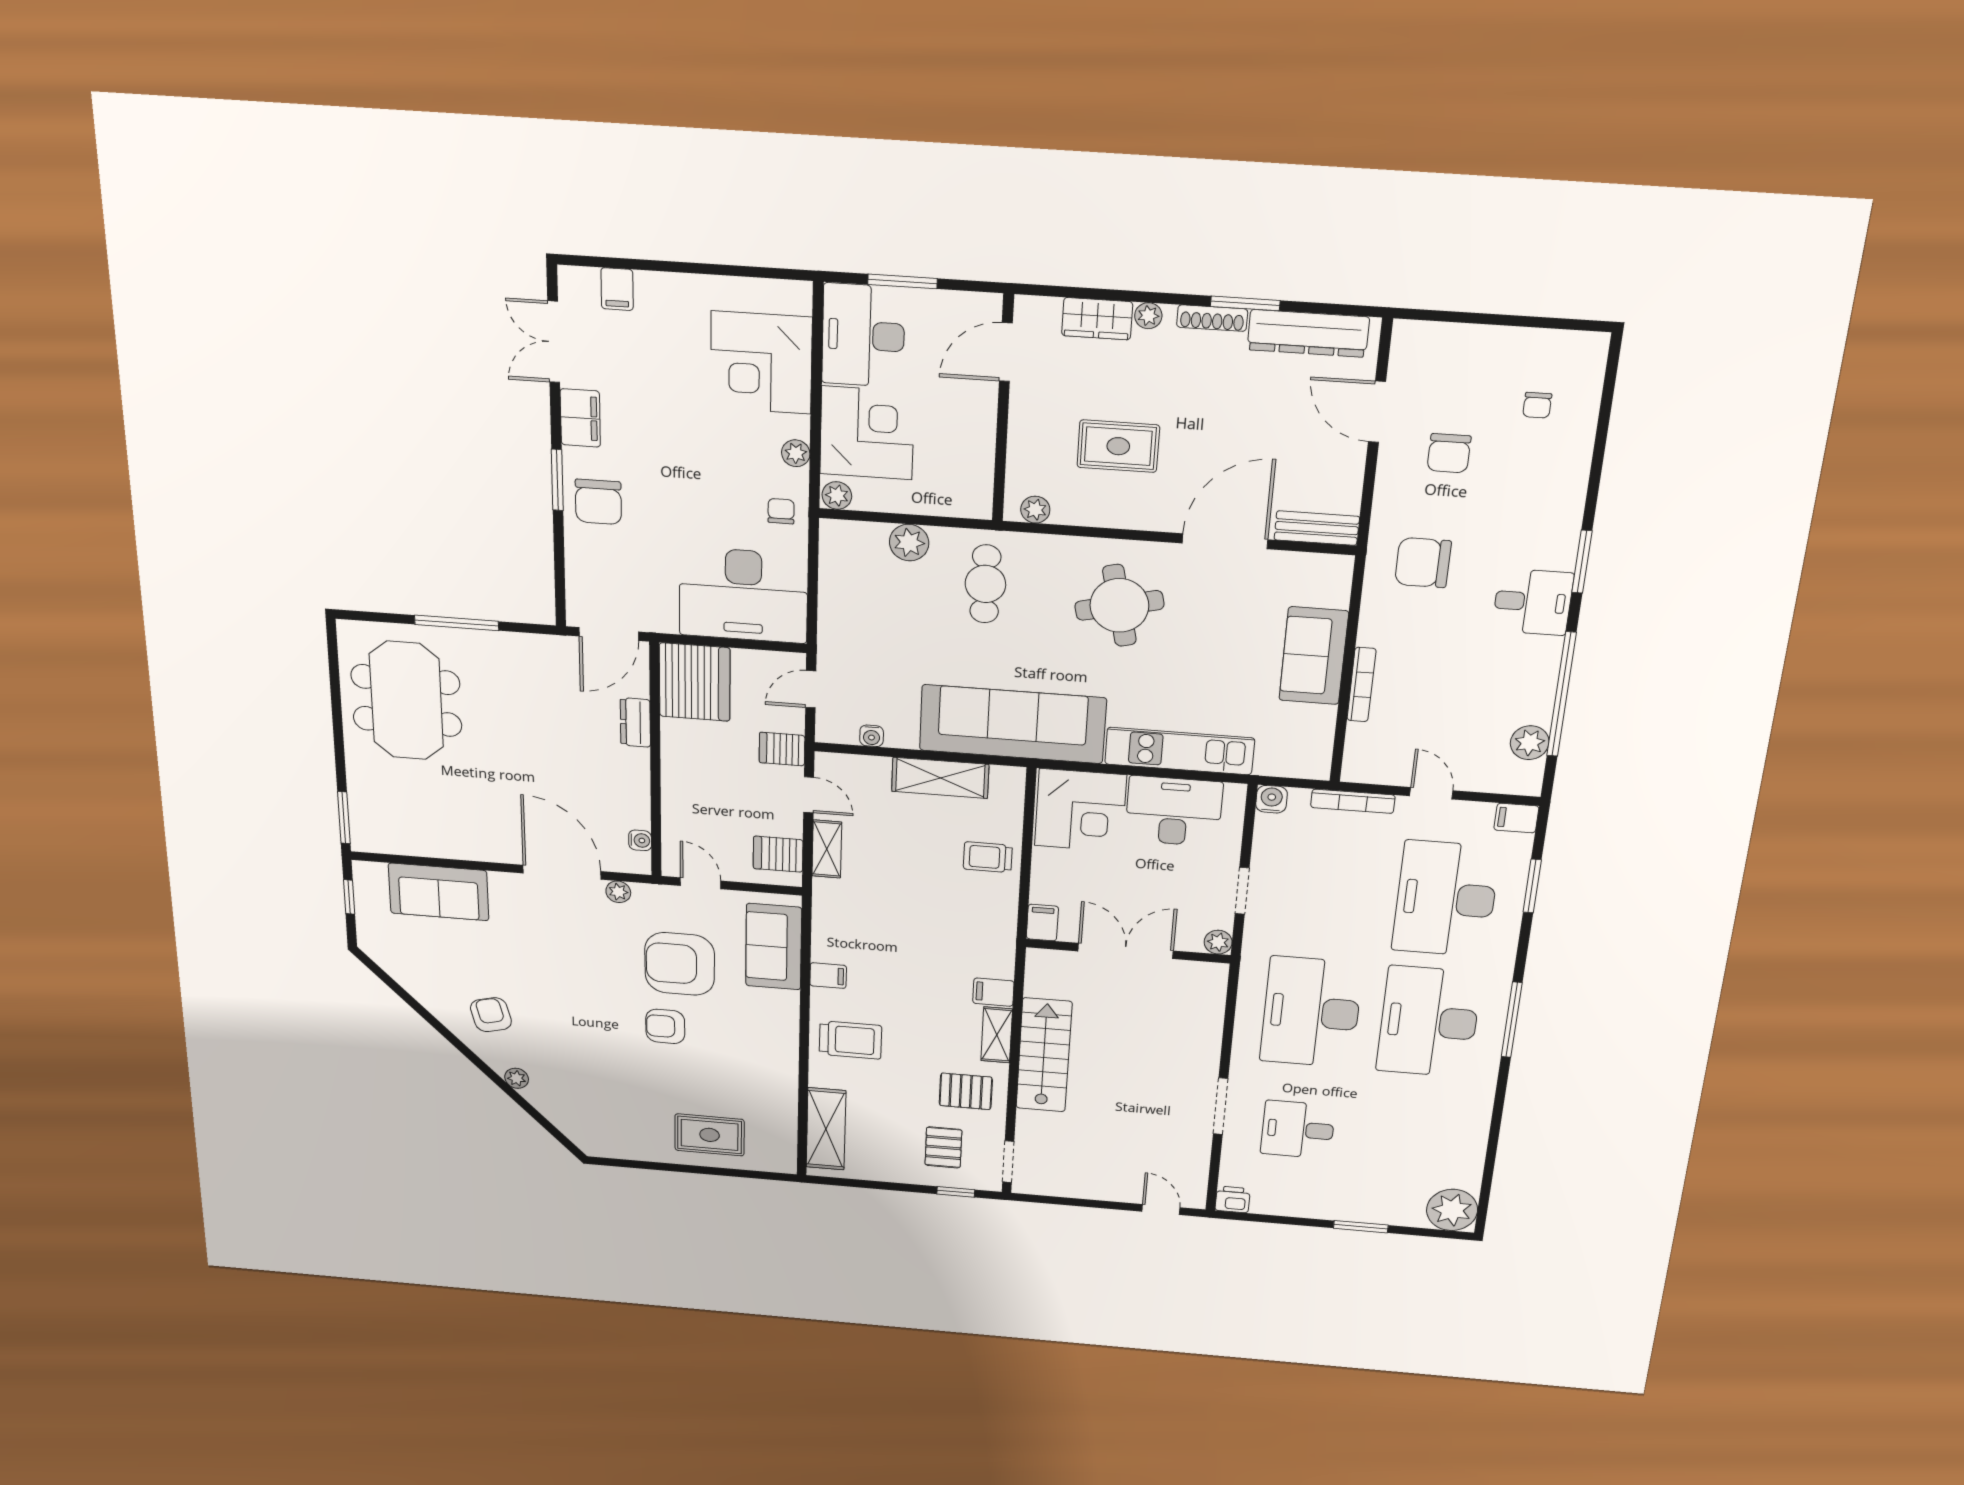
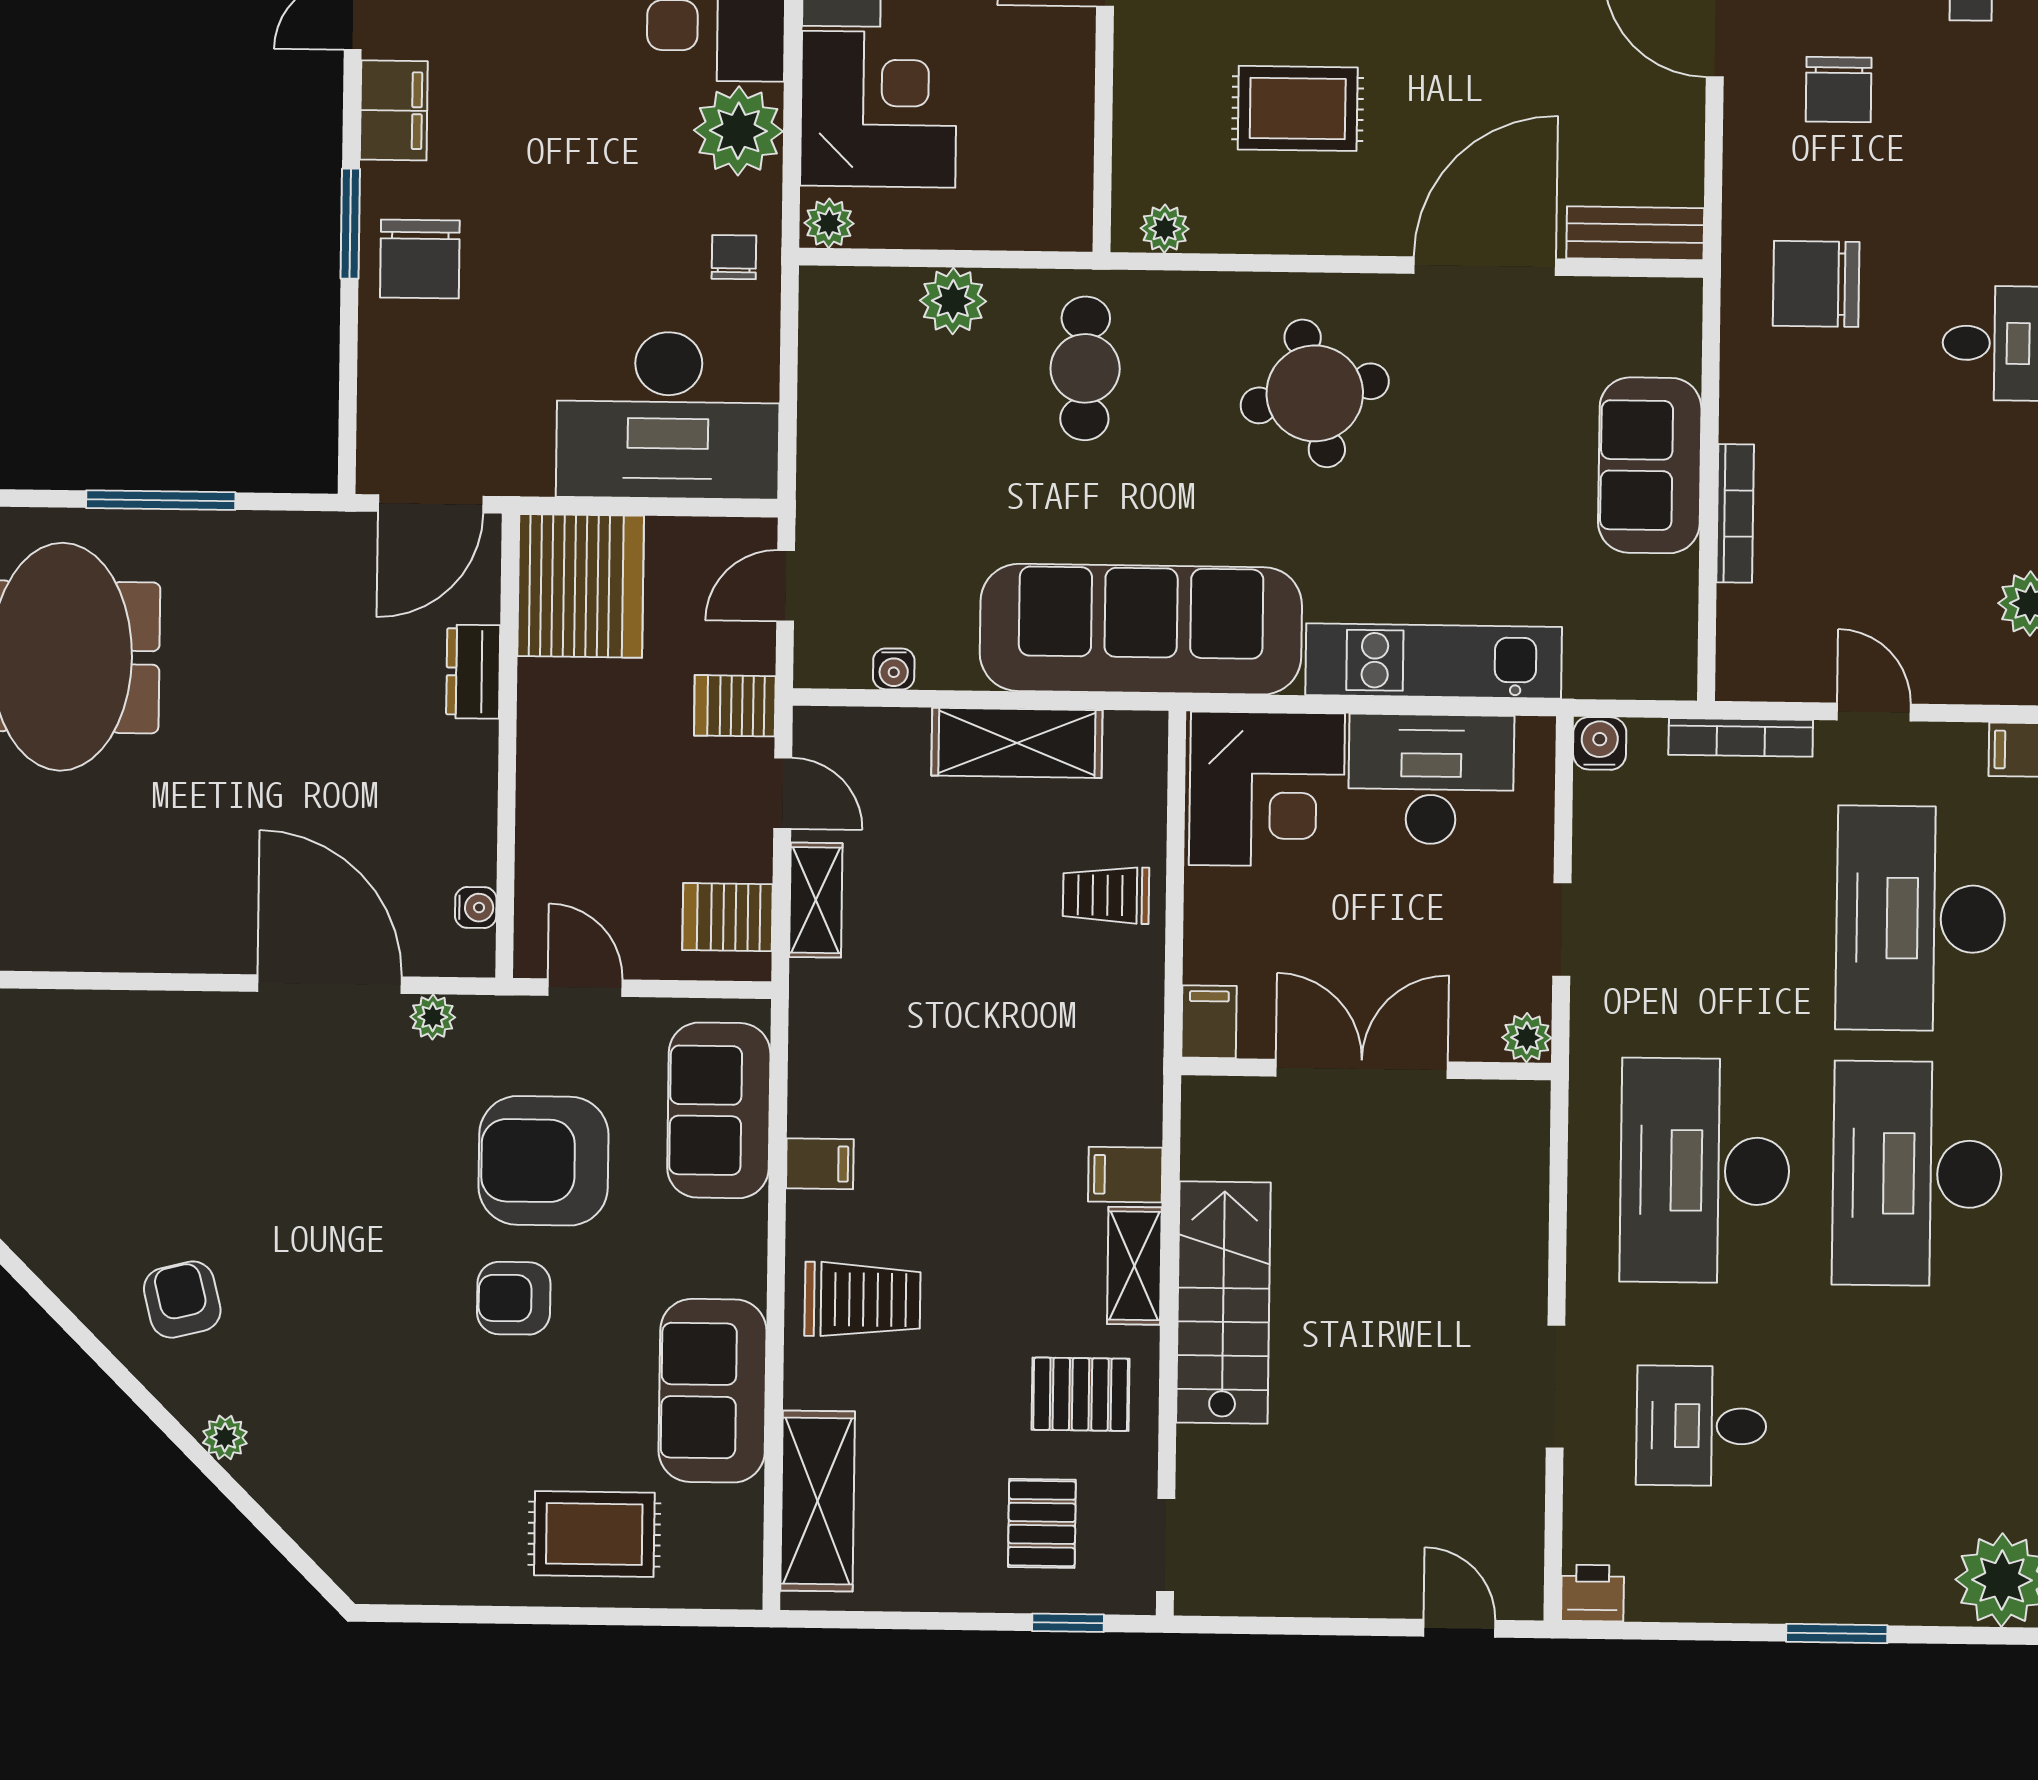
plant: (796, 453) -> (738, 131), width x1.87, depth x1.87
sofa: (439, 892) -> (713, 1391), moved, turned 90

